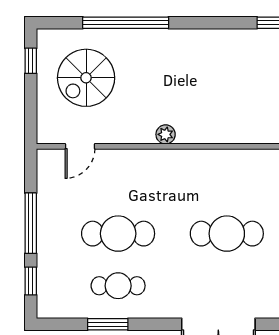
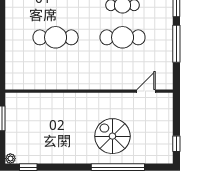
spiral stairs: (86, 78) -> (112, 136), moved, turned -90
plant: (166, 134) -> (93, 98), removed

